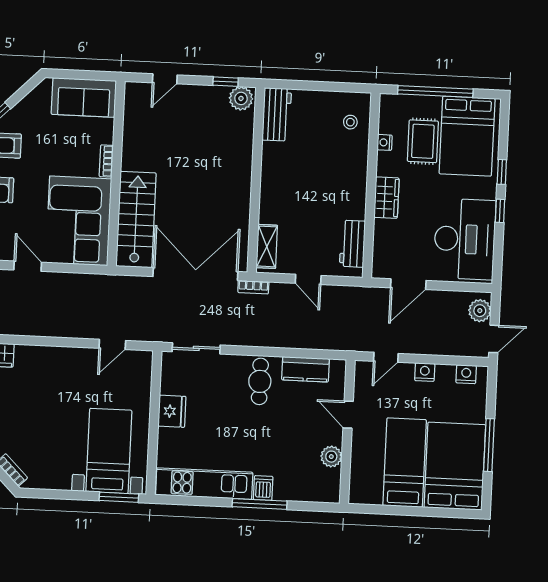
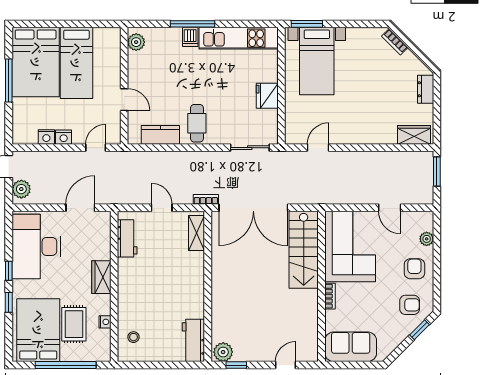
nightstand: (466, 374) -> (46, 137), moved
plant: (331, 457) -> (136, 42), moved

